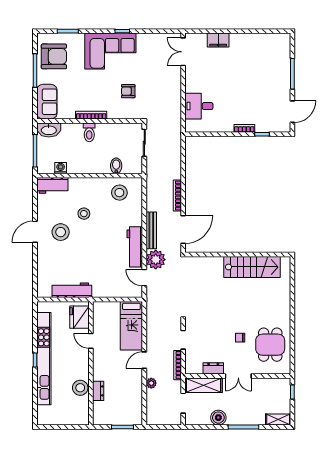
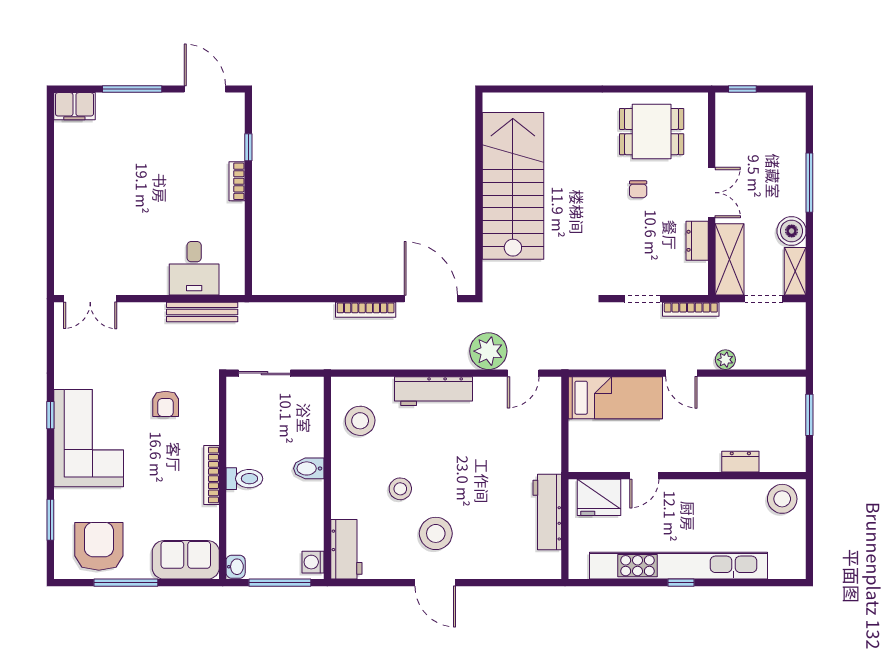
filing cabinet: (218, 40) -> (74, 106), moved, turned 90
washbasin: (49, 130) -> (236, 567), width x0.52, depth x0.69
bidet: (116, 166) -> (309, 468), moved
washing machine: (61, 168) -> (313, 562), moved
bench: (151, 230) -> (202, 312), moved
workbench: (135, 247) -> (433, 391), moved
stairs: (252, 267) -> (513, 186), width x1.36, depth x1.51
stool: (80, 388) -> (782, 499), moved
shelving: (278, 420) -> (795, 271), moved

